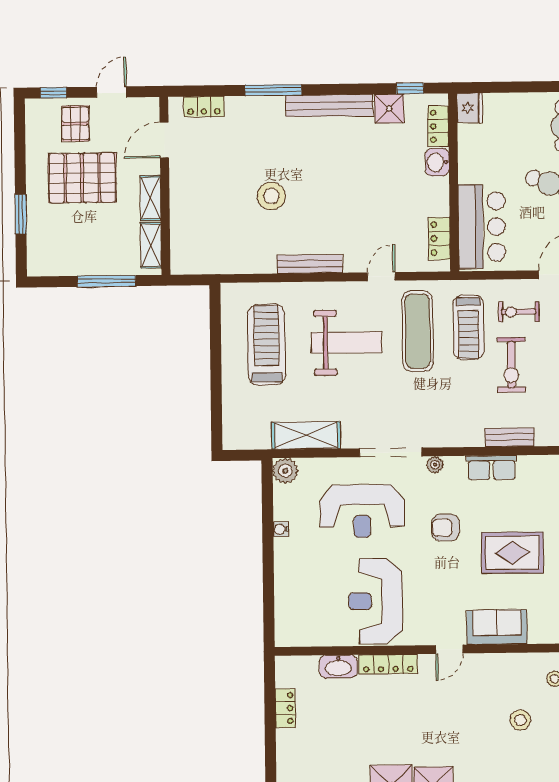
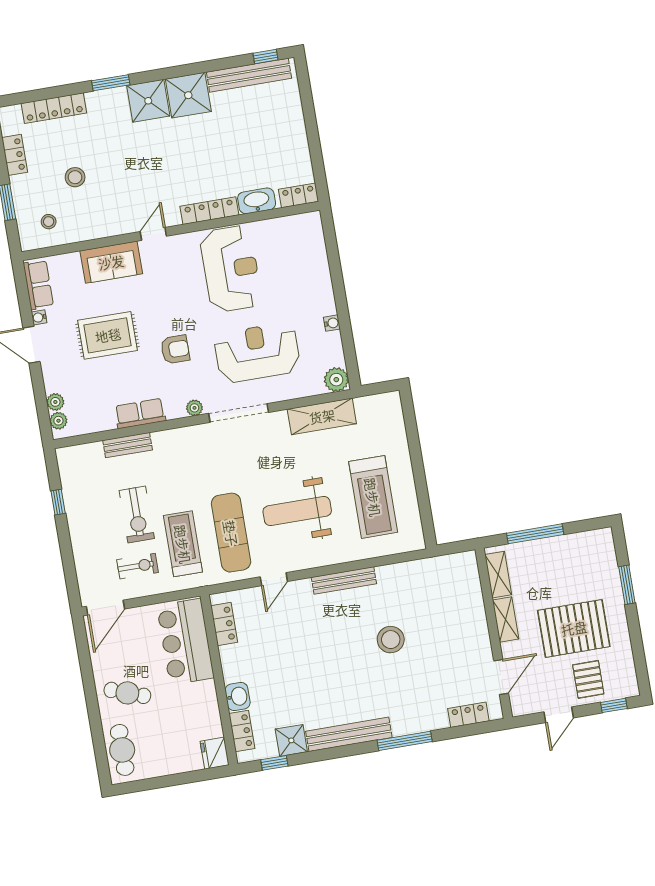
exercise bike: (511, 365) -> (137, 515), turned 180
locker: (285, 708) -> (299, 195), moved, turned 90

